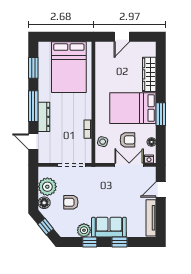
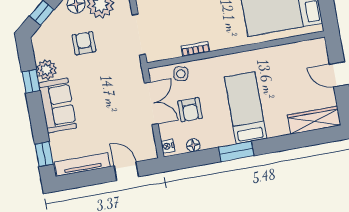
wardrobe: (149, 74) -> (314, 120), moved
bed: (133, 108) -> (246, 108), width x0.67
double door: (129, 165) -> (151, 103), moved
window: (119, 242) -> (44, 154), moved

